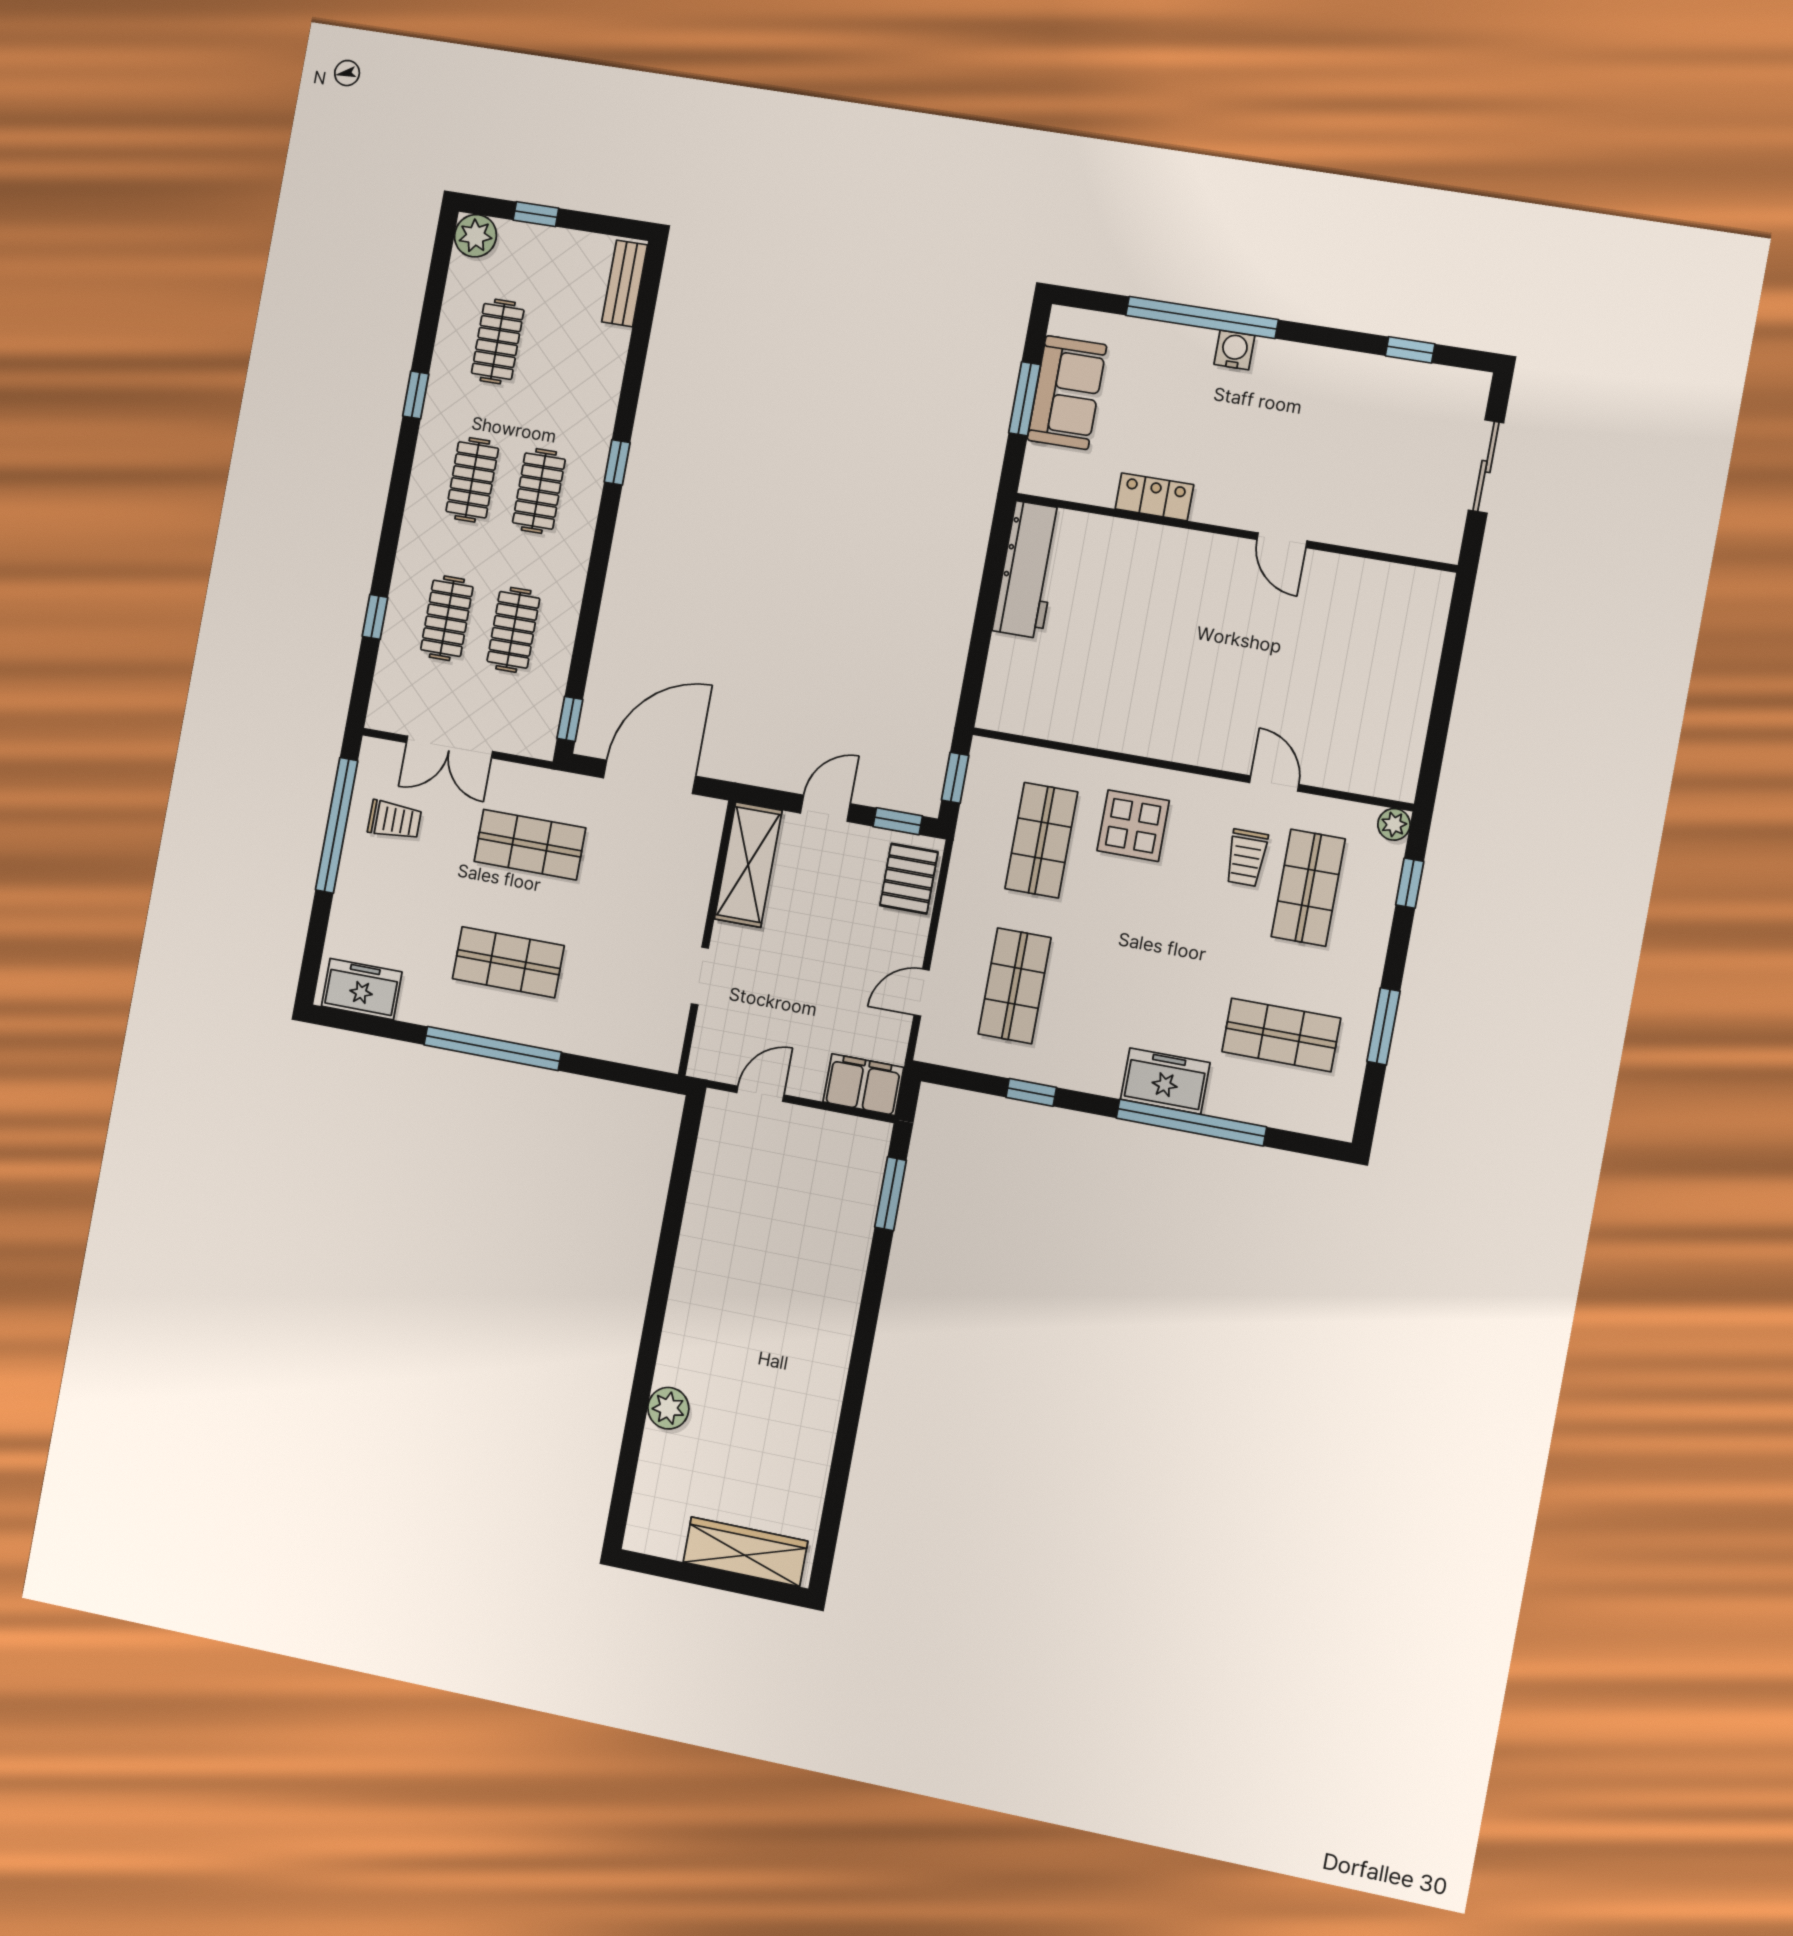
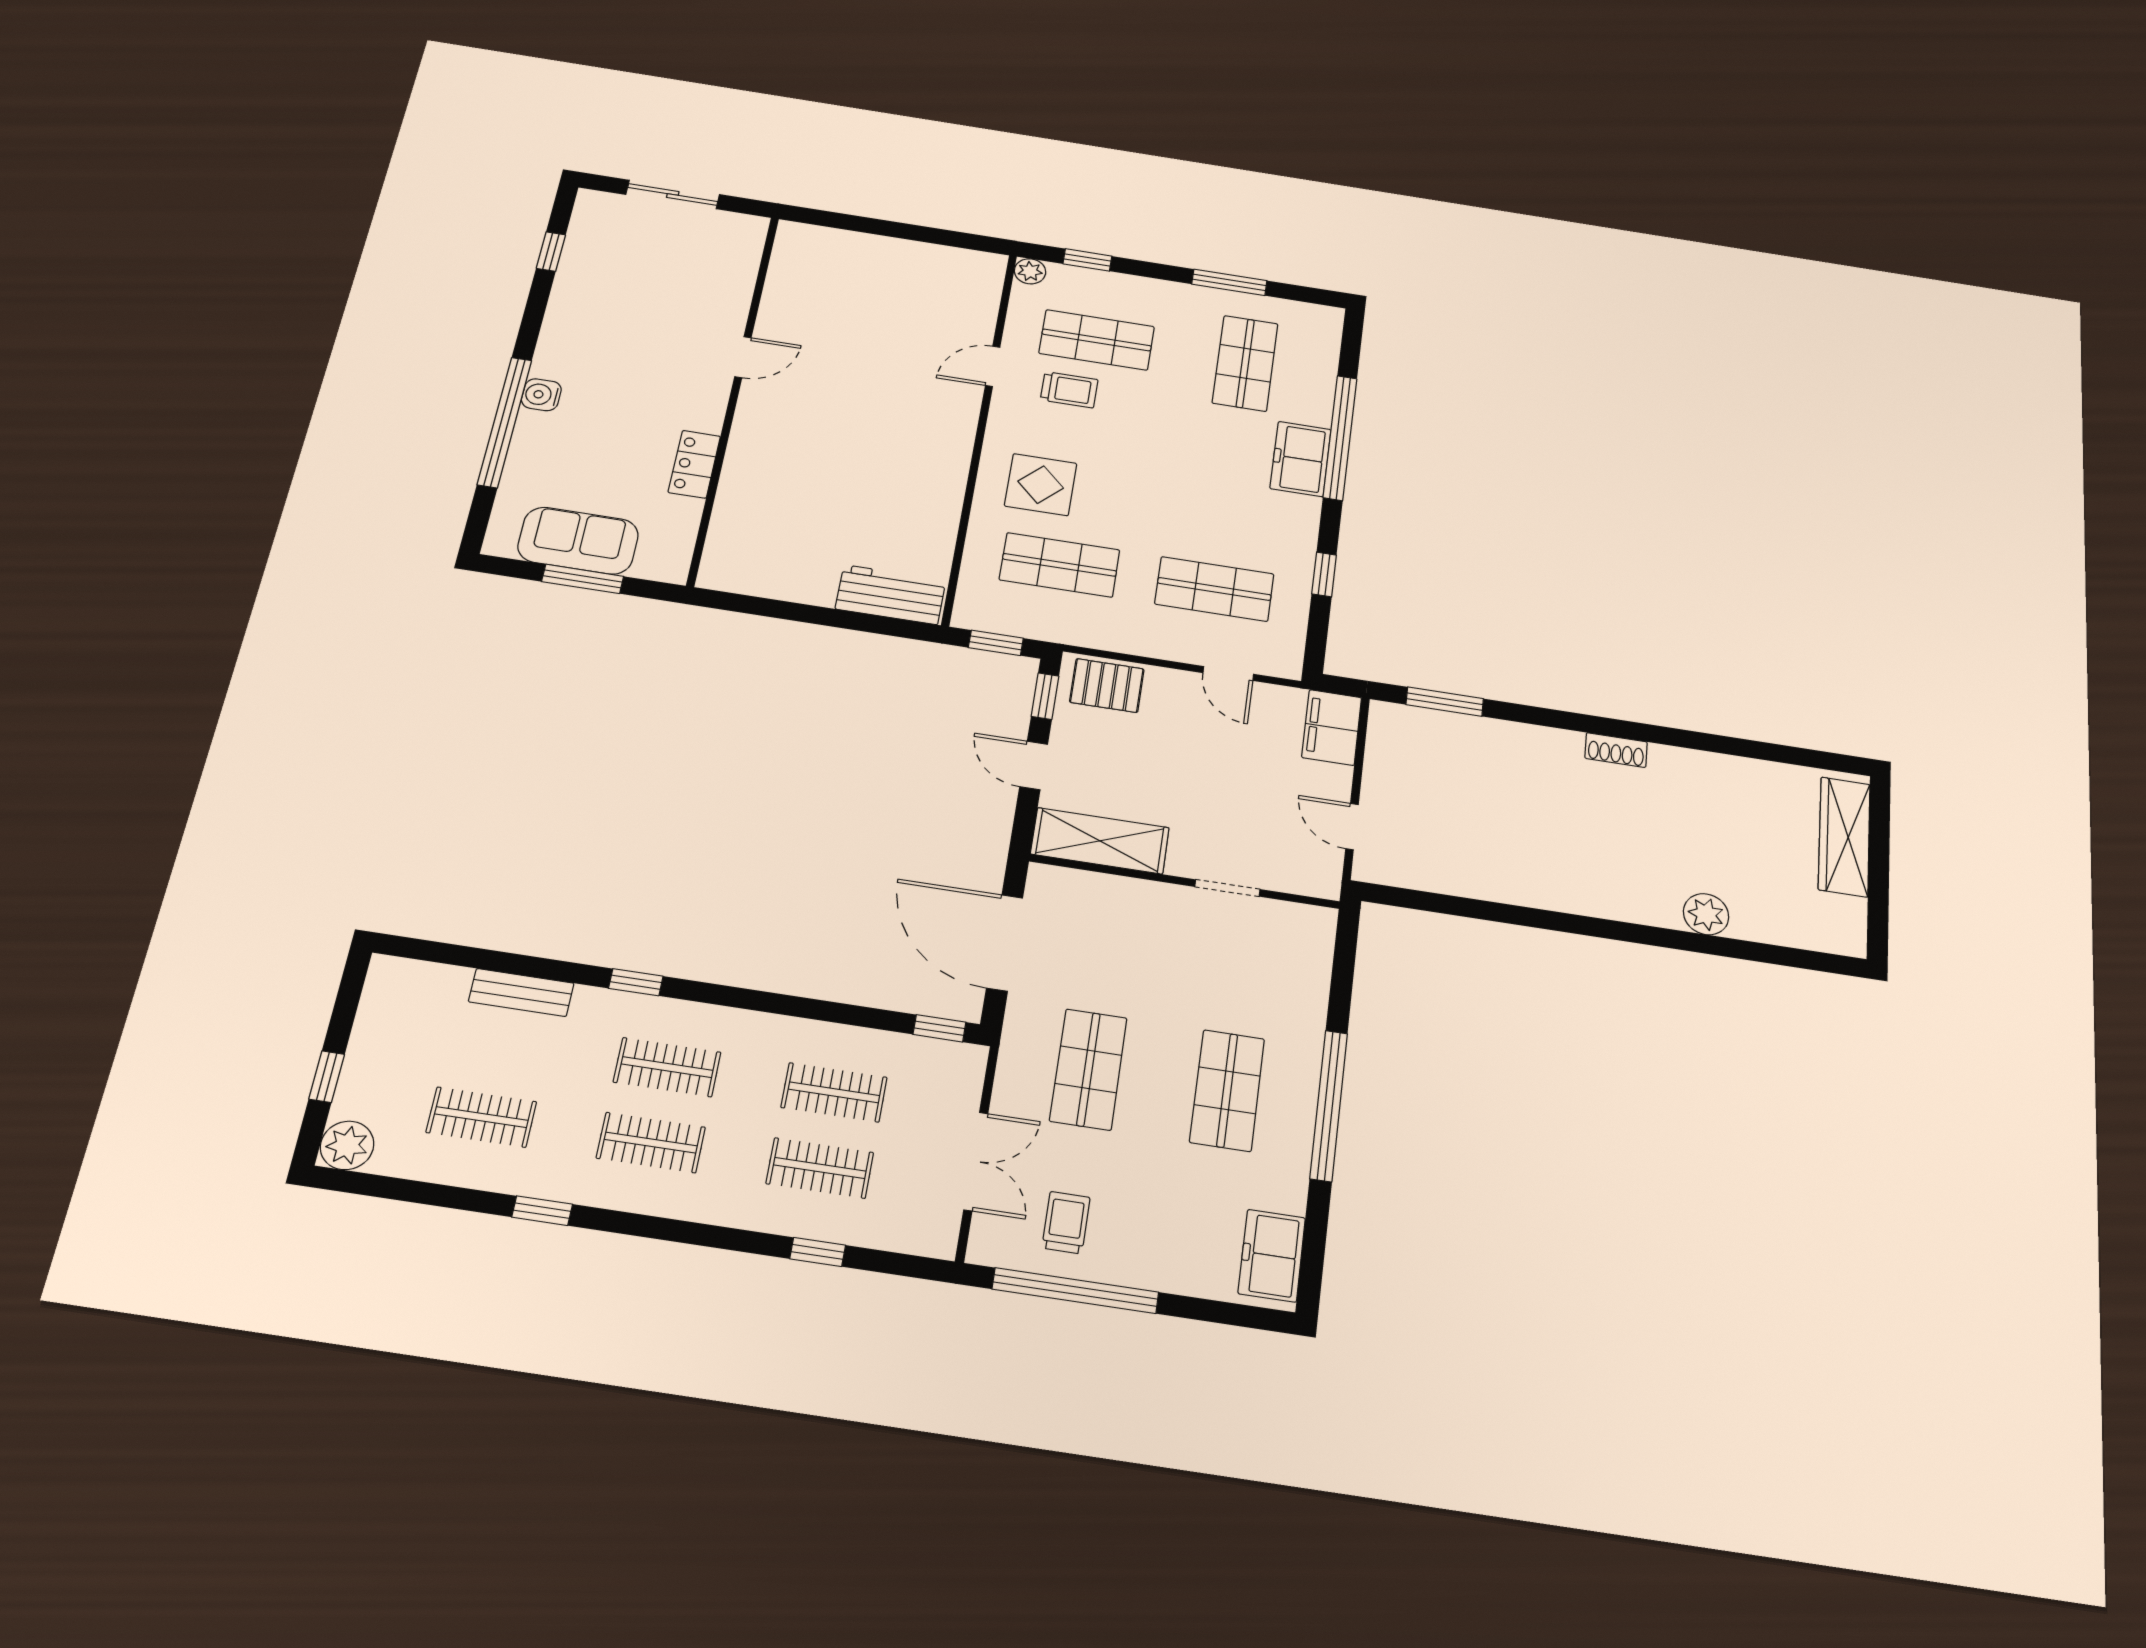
bench: (625, 283) -> (521, 992), moved
workbench: (1028, 570) -> (891, 595), moved, width x0.73
shoe rack: (838, 1350) -> (1616, 750), added

